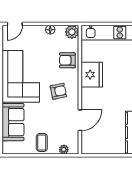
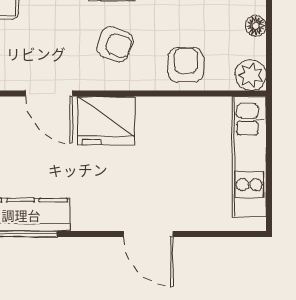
fridge: (92, 75) -> (106, 121), moved
armchair: (58, 91) -> (115, 44), turned -59

